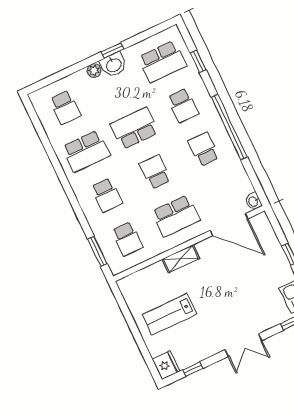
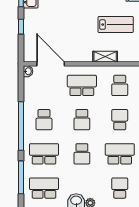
window: (198, 61) -> (21, 177), width x2.17
school desk: (183, 105) -> (44, 154), width x1.85
school desk: (134, 128) -> (82, 154), width x0.54
school desk: (127, 239) -> (120, 85), turned 180
shelving: (181, 259) -> (105, 57), moved

